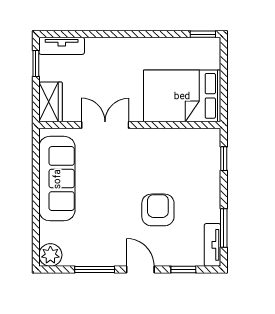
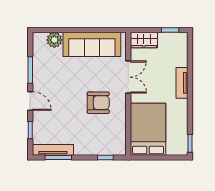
tv unit: (62, 46) -> (182, 83), moved
armchair: (158, 210) -> (98, 103), moved
tv unit: (212, 245) -> (53, 150), width x1.41
plant: (50, 255) -> (54, 40), moved
door: (140, 270) -> (30, 101), hinge flipped

